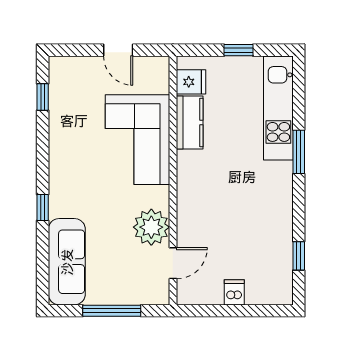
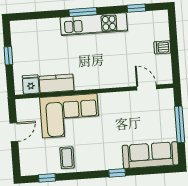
kitchen unit: (278, 108) -> (94, 24), moved
coffee table: (72, 131) -> (67, 158), added
window: (299, 152) -> (83, 12), moved
plant: (151, 227) -> (125, 103), removed

